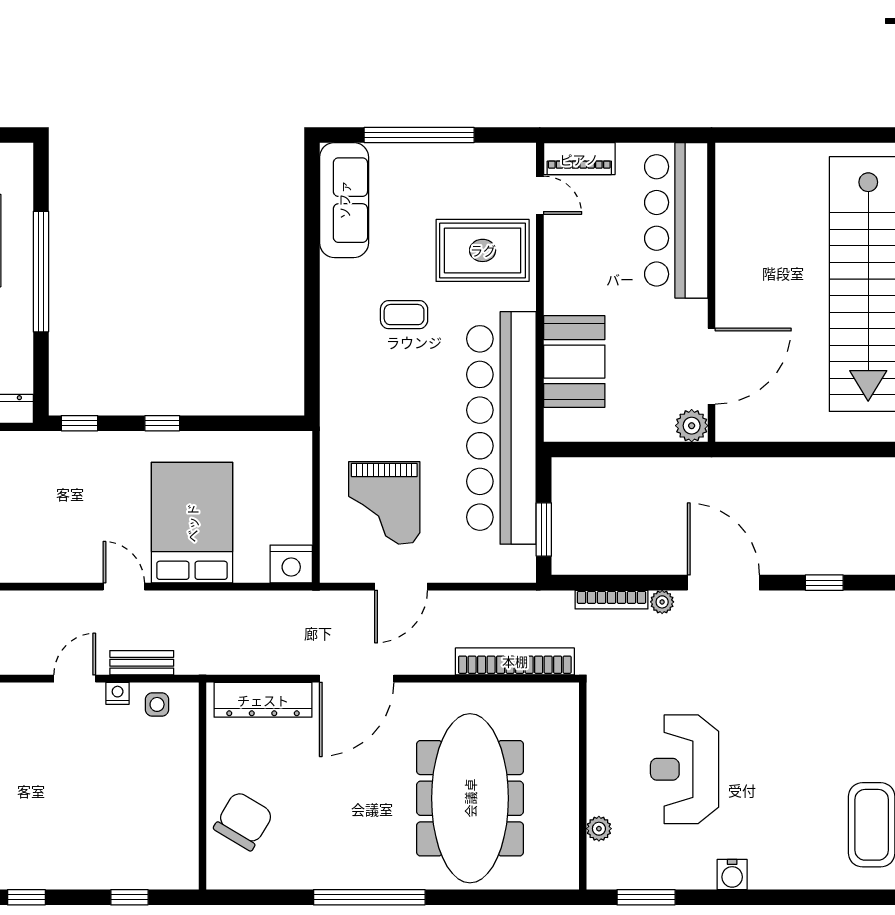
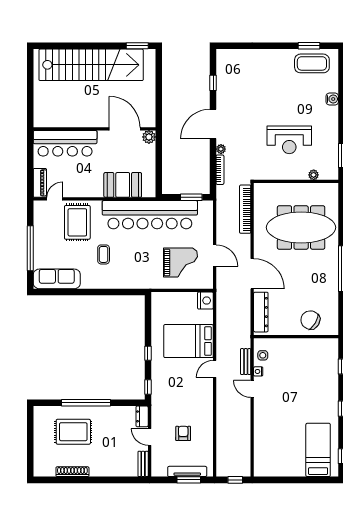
water cooler: (732, 875) -> (332, 99), moved

